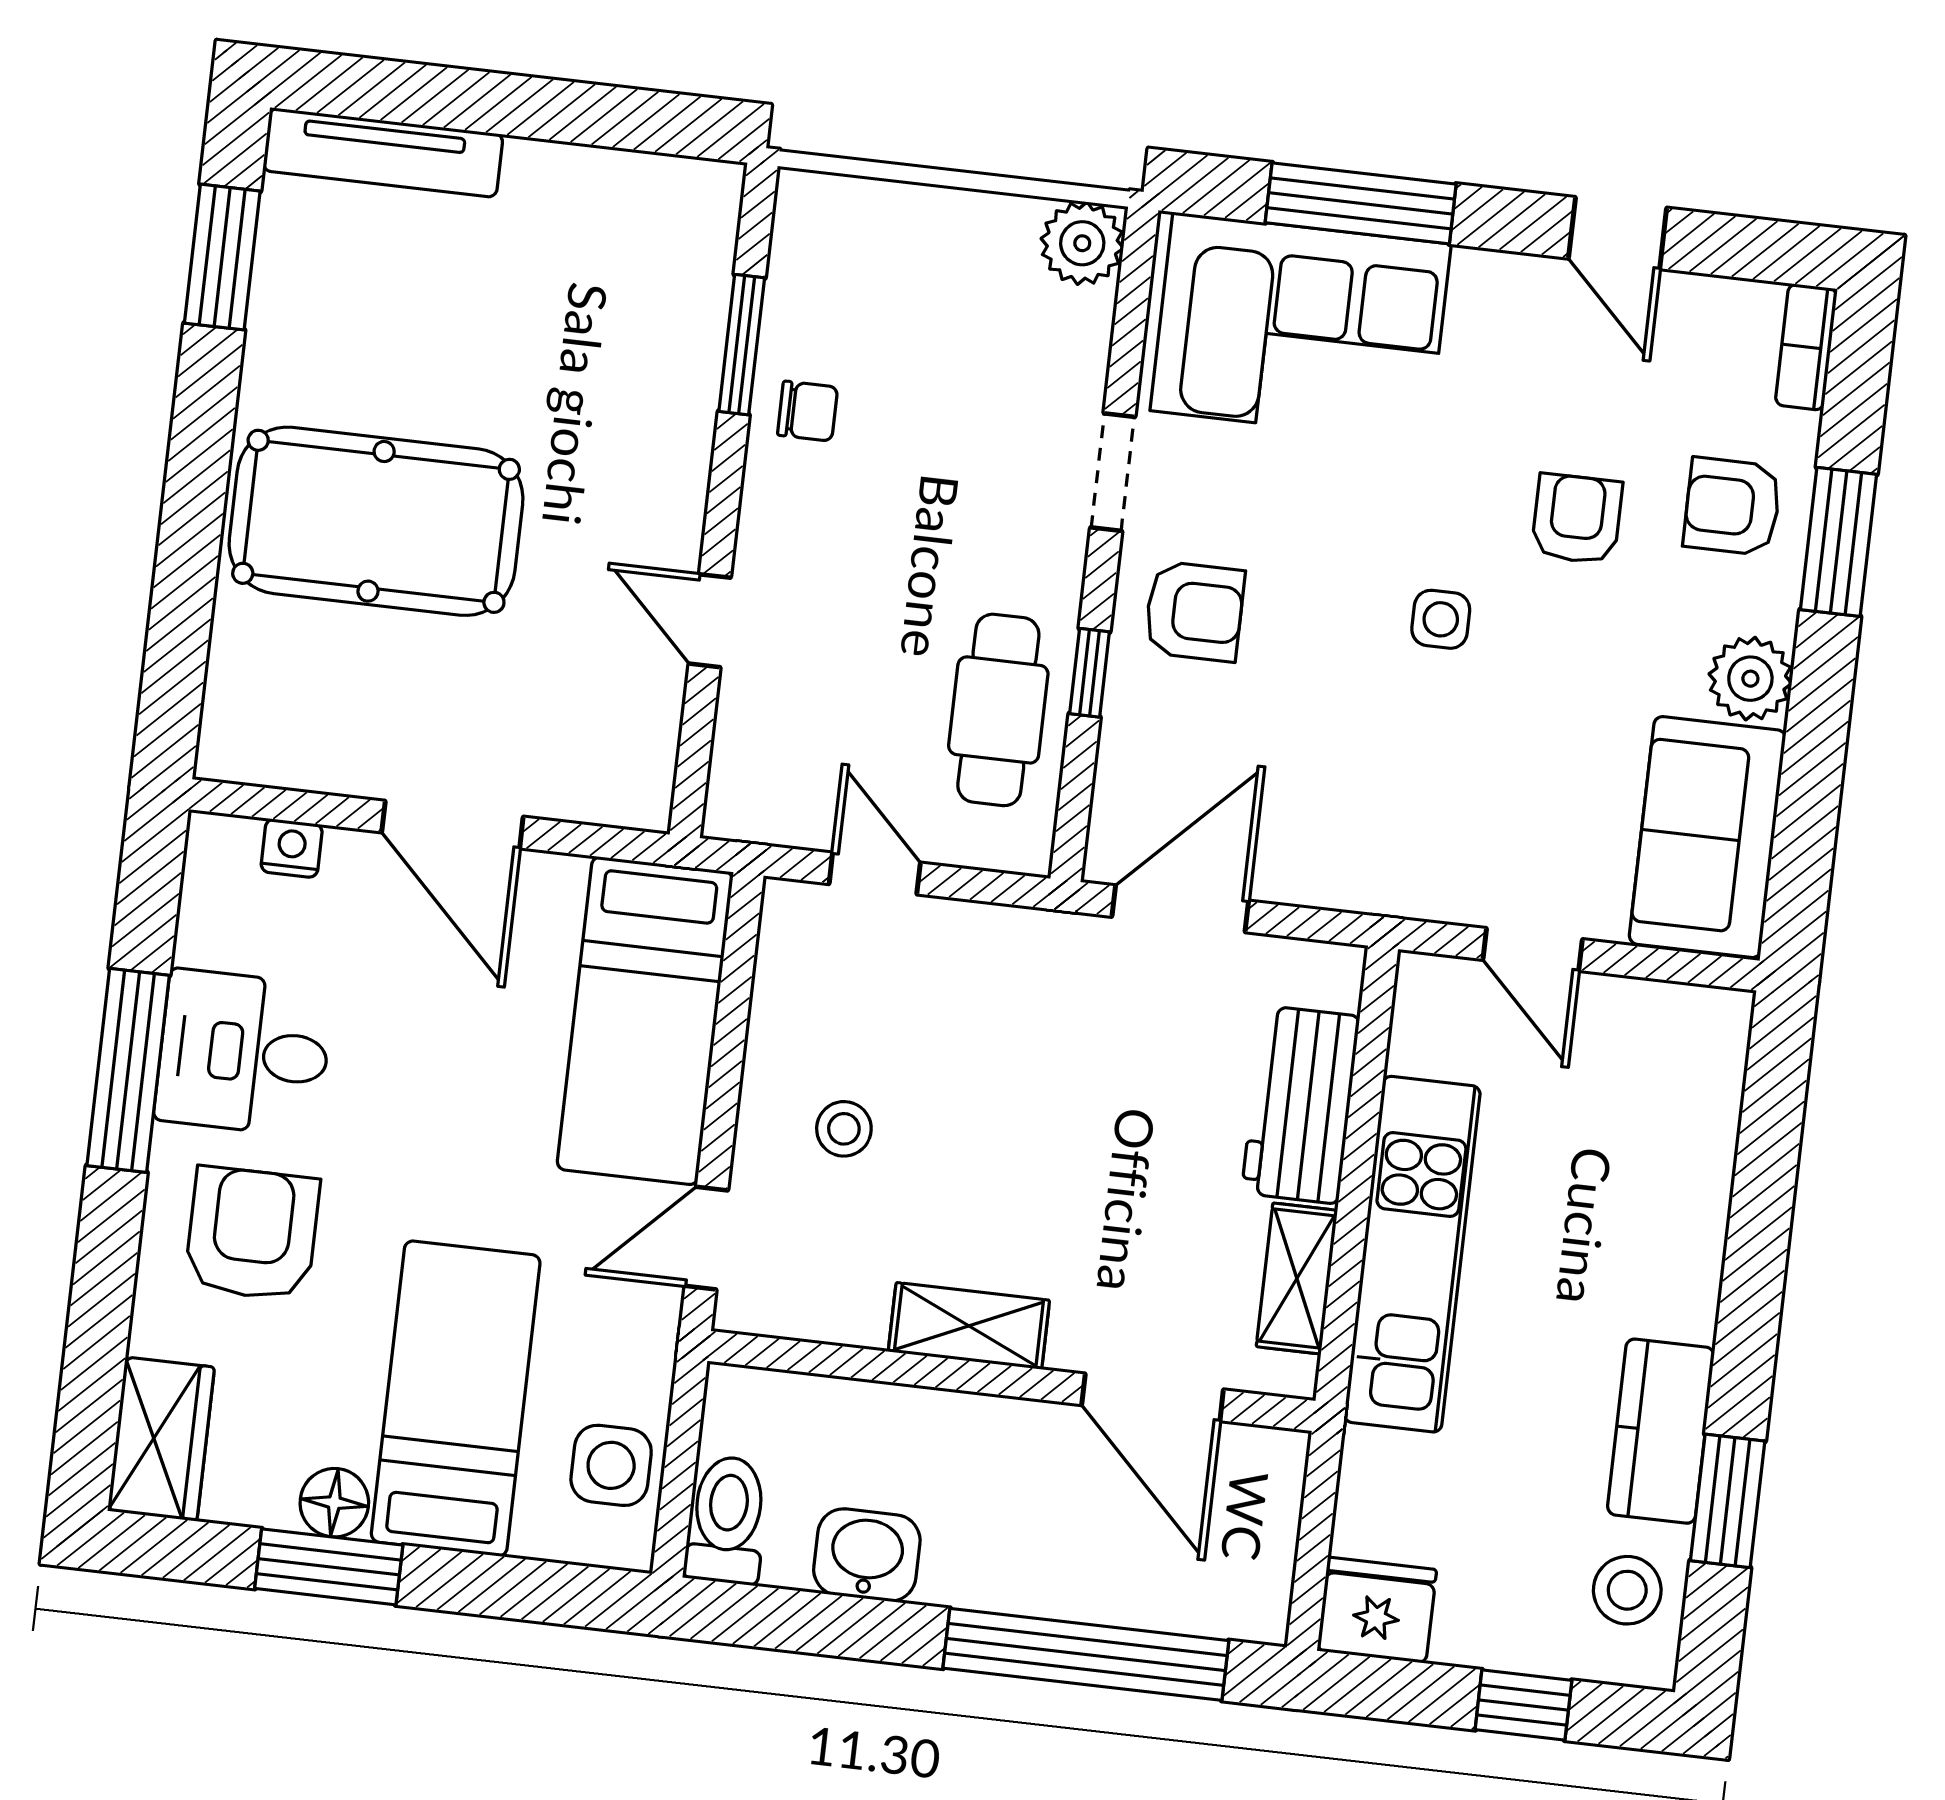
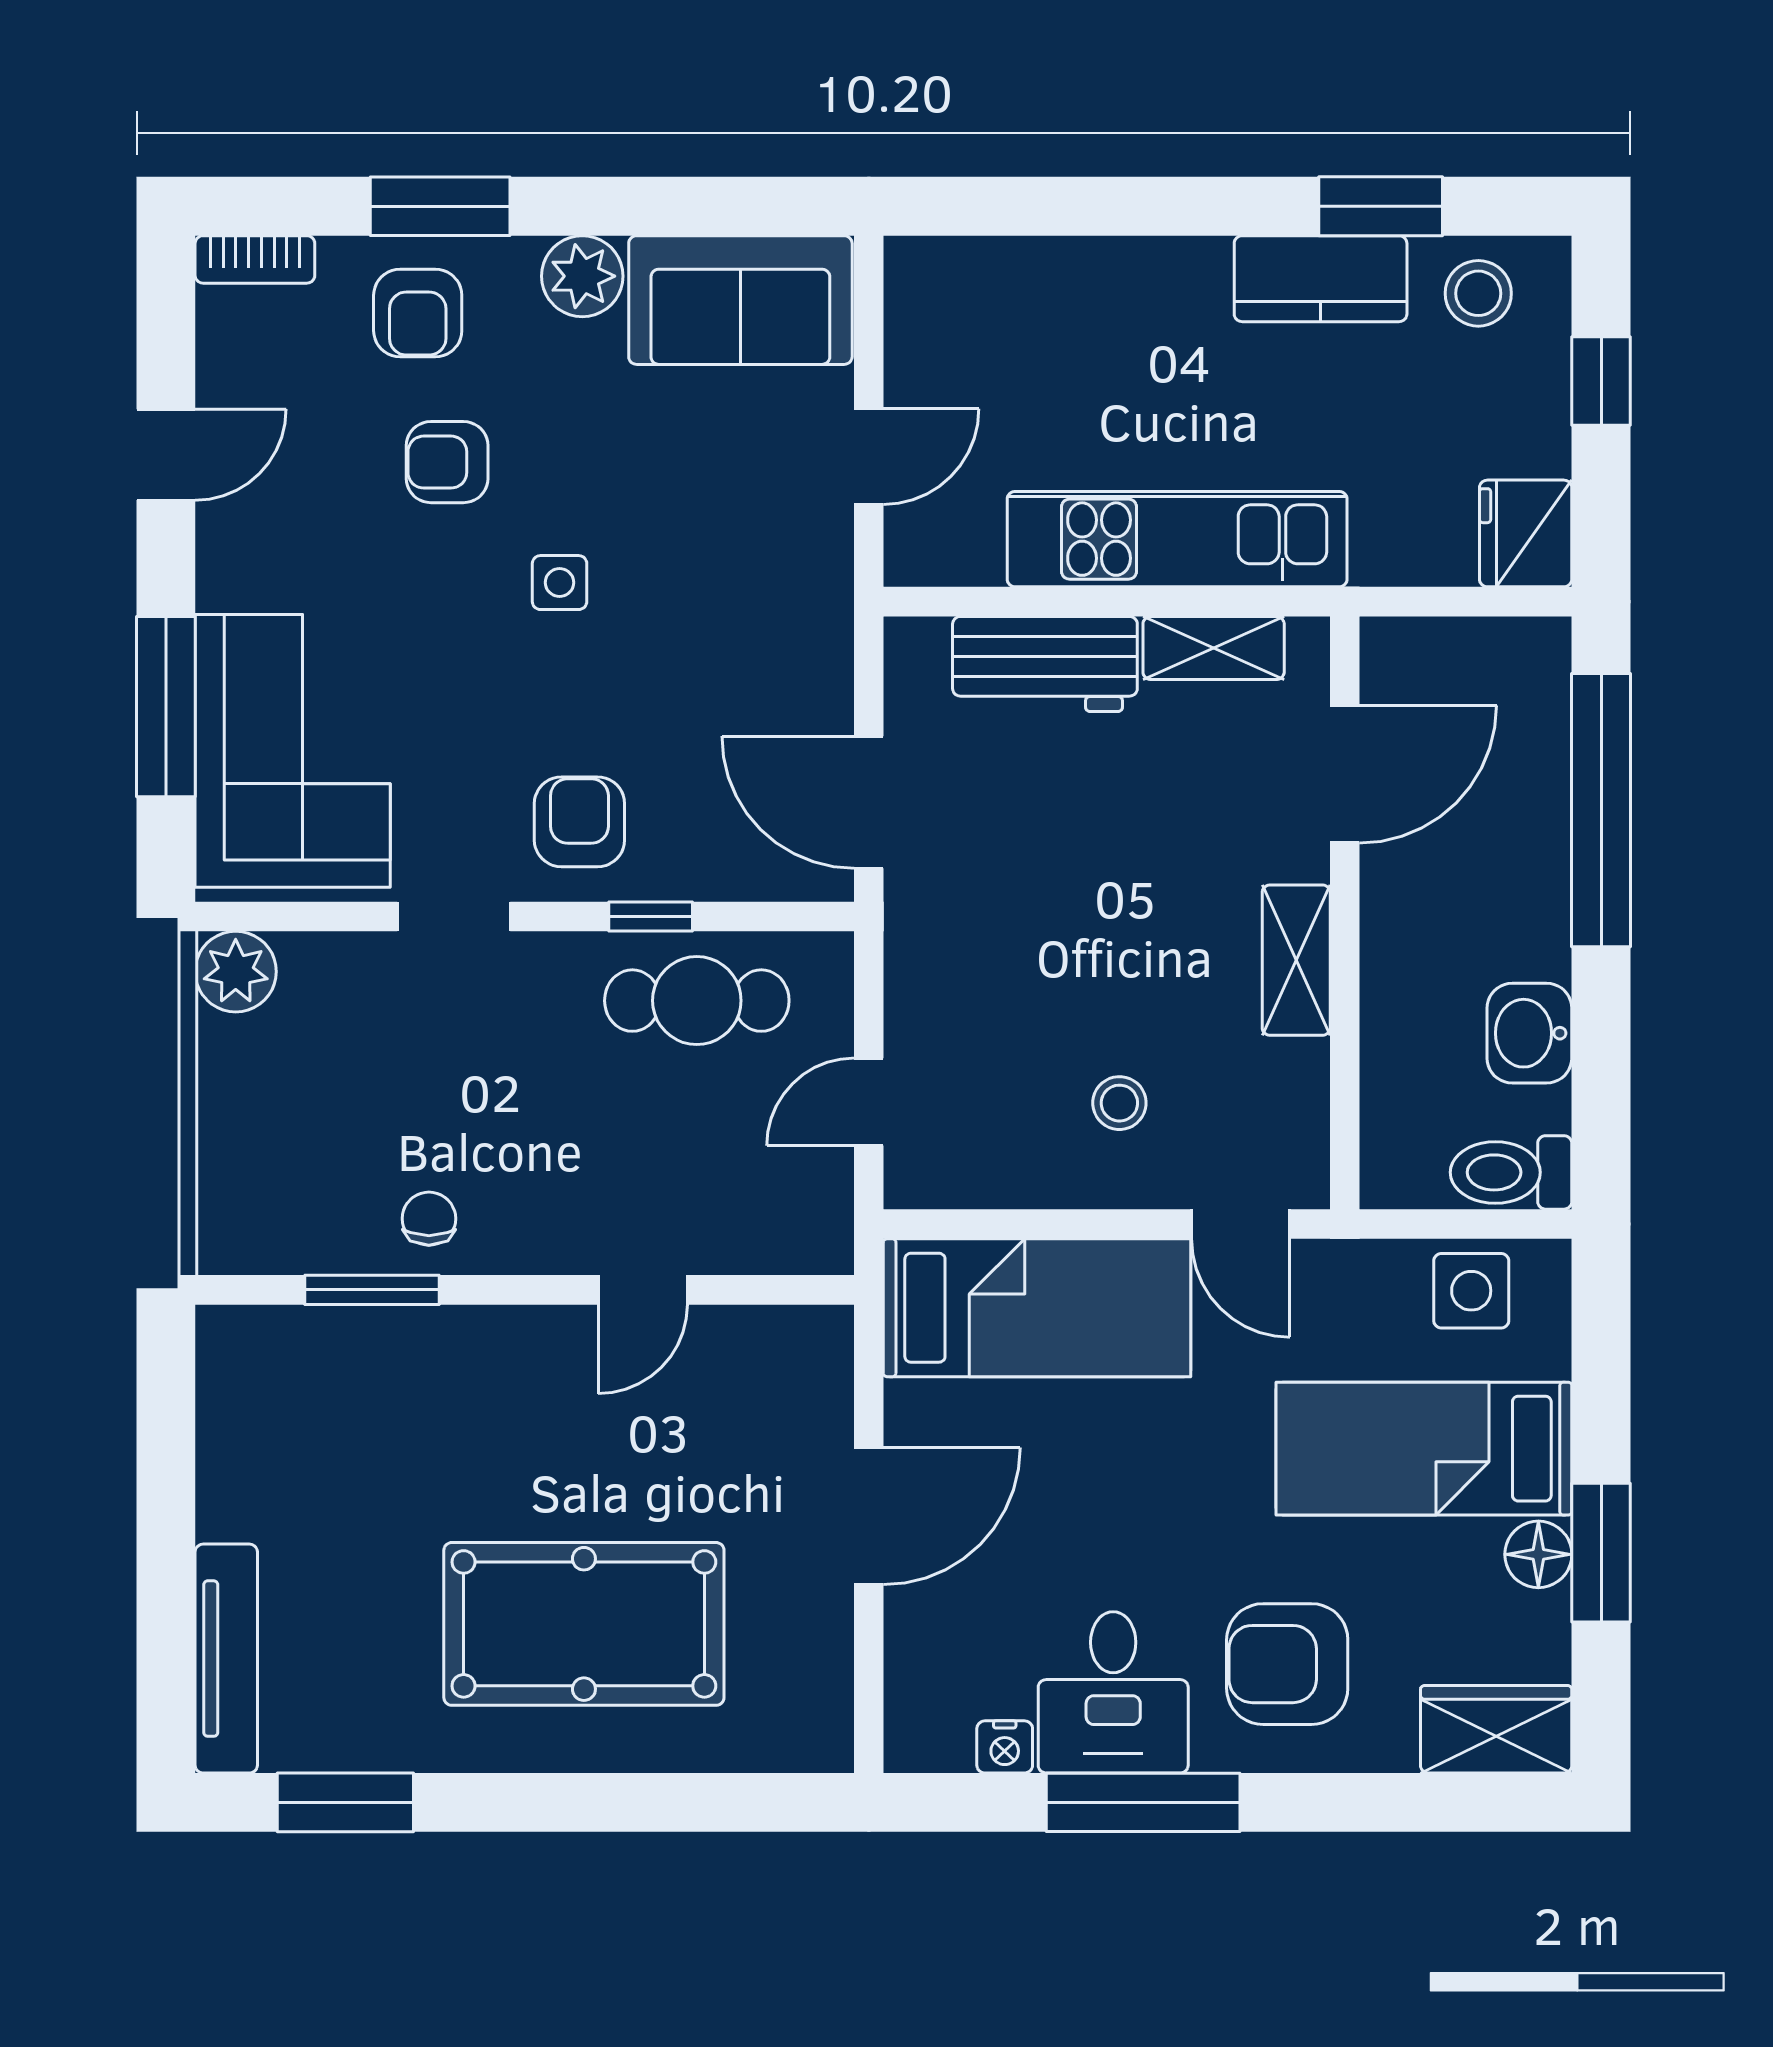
pool table: (376, 521) -> (584, 1624), turned 90
nightstand: (292, 848) -> (1005, 1747), moved, turned -90

